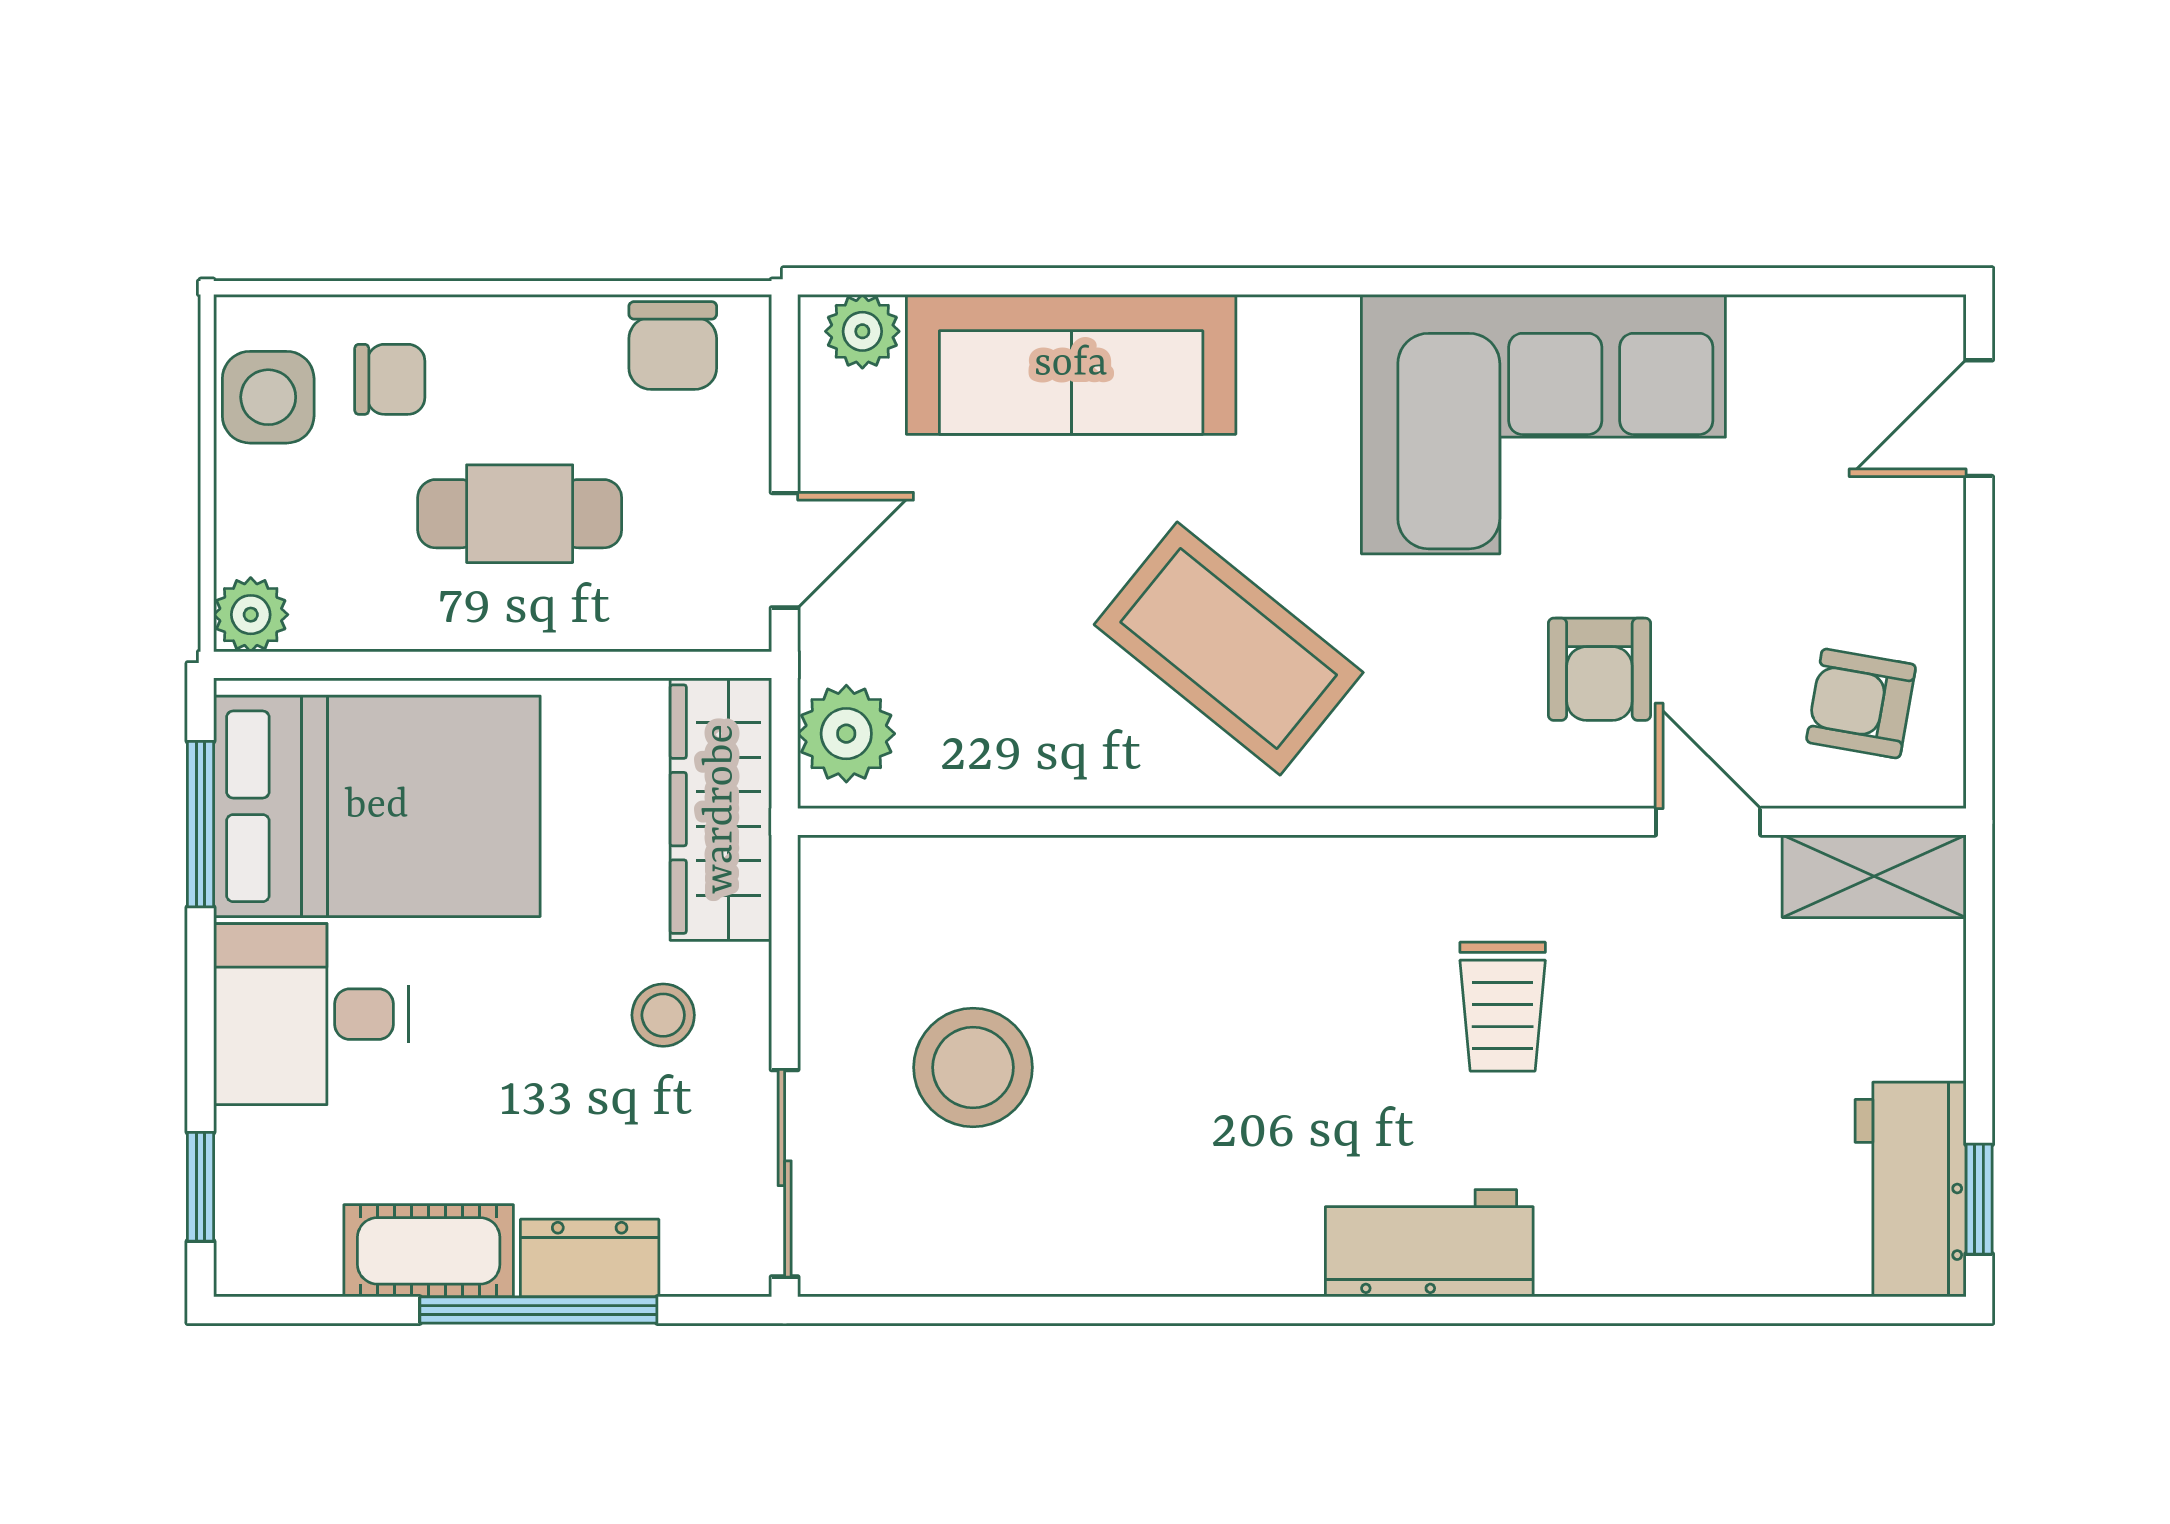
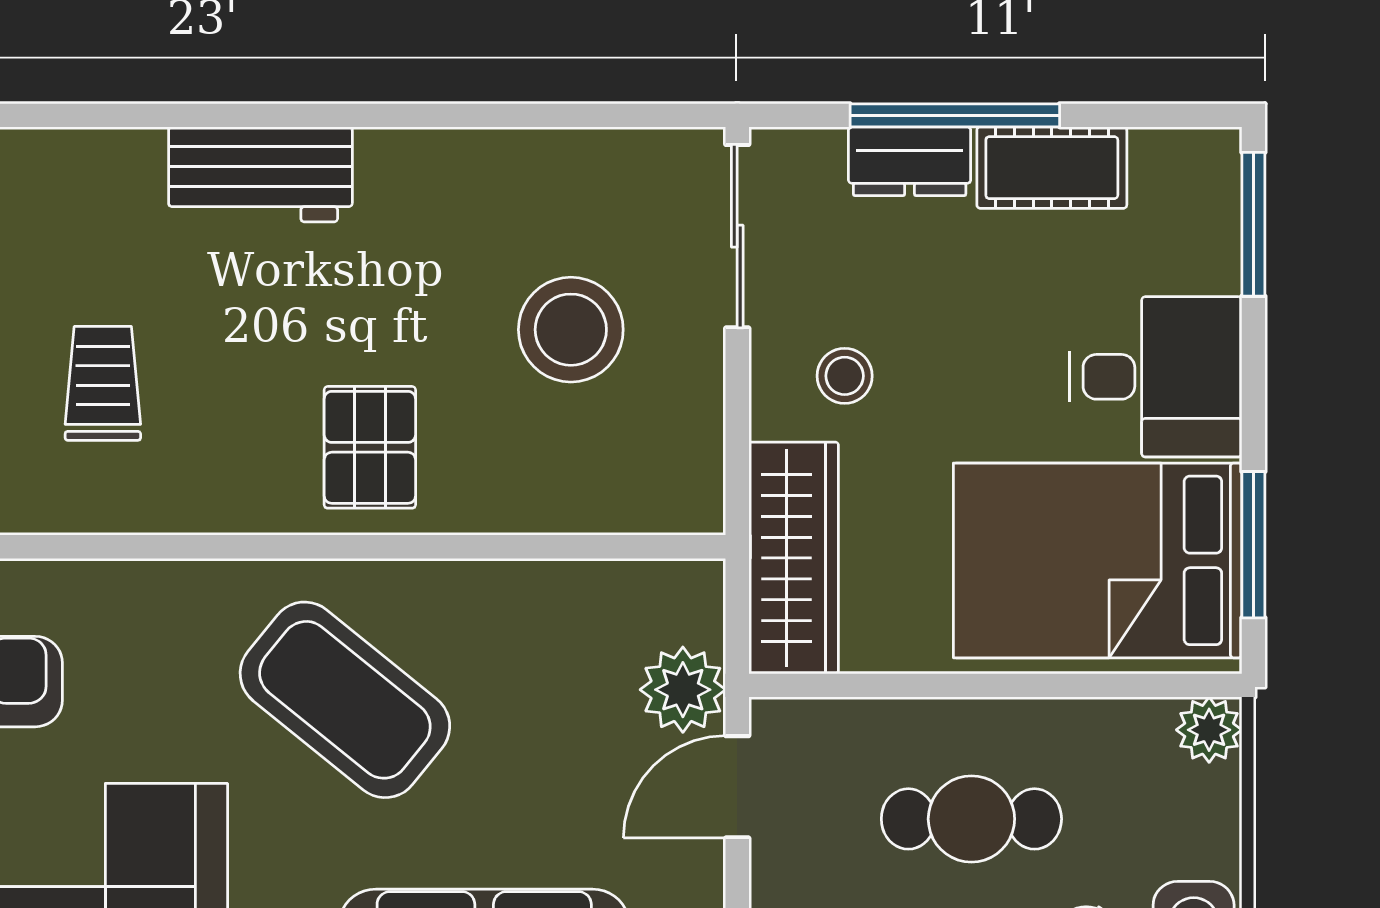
plant: (846, 734) -> (683, 690), moved
pallet: (1200, 934) -> (370, 447), added
window: (201, 1187) -> (1253, 224), width x1.50
workbench: (1429, 1243) -> (260, 174), moved

